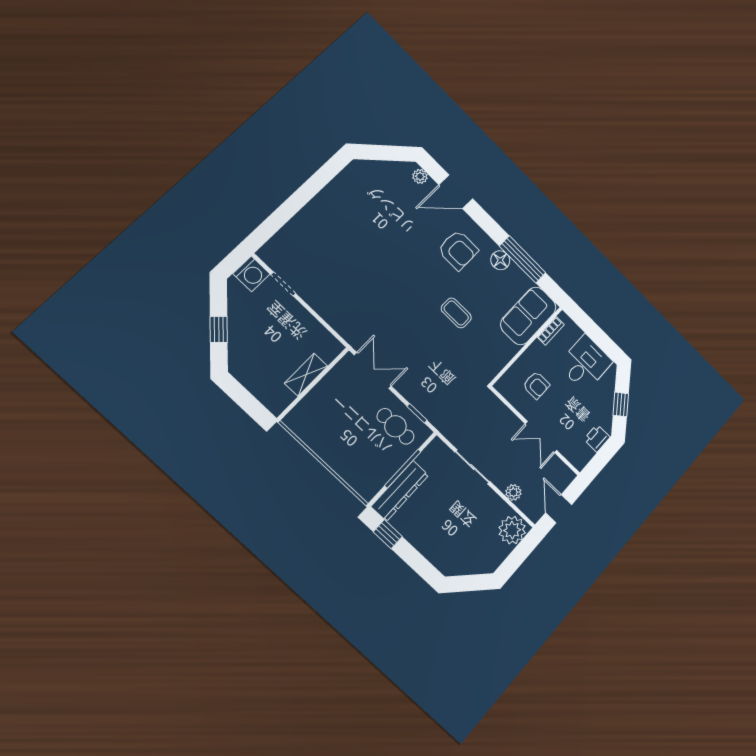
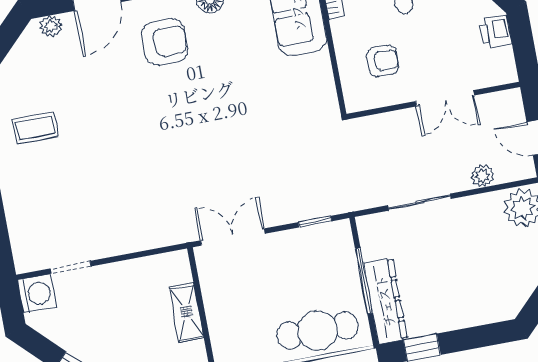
coffee table: (456, 313) -> (35, 128), moved
cafe table: (395, 426) -> (318, 331), moved, width x1.37, depth x1.35

